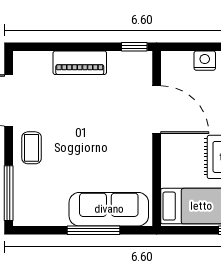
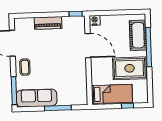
nightstand: (205, 61) -> (95, 20), moved
sofa: (109, 209) -> (37, 98), moved

